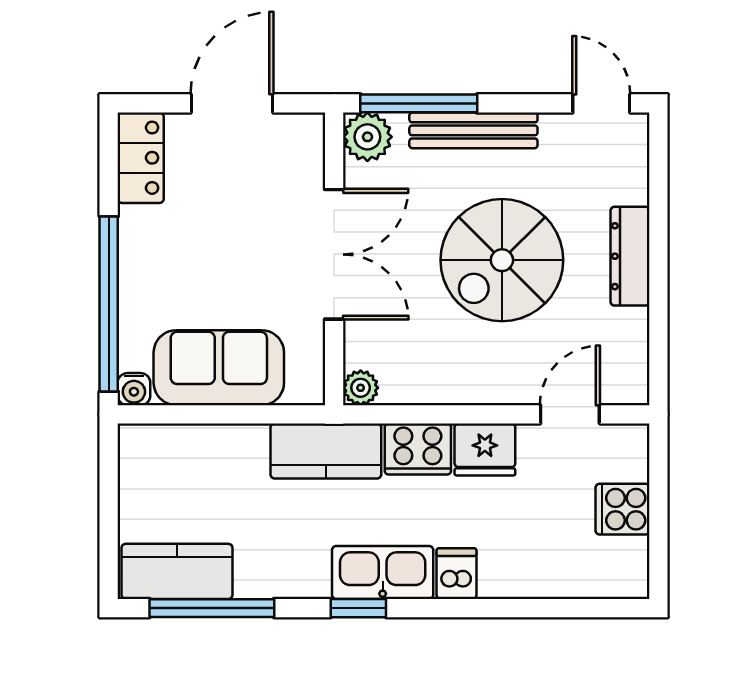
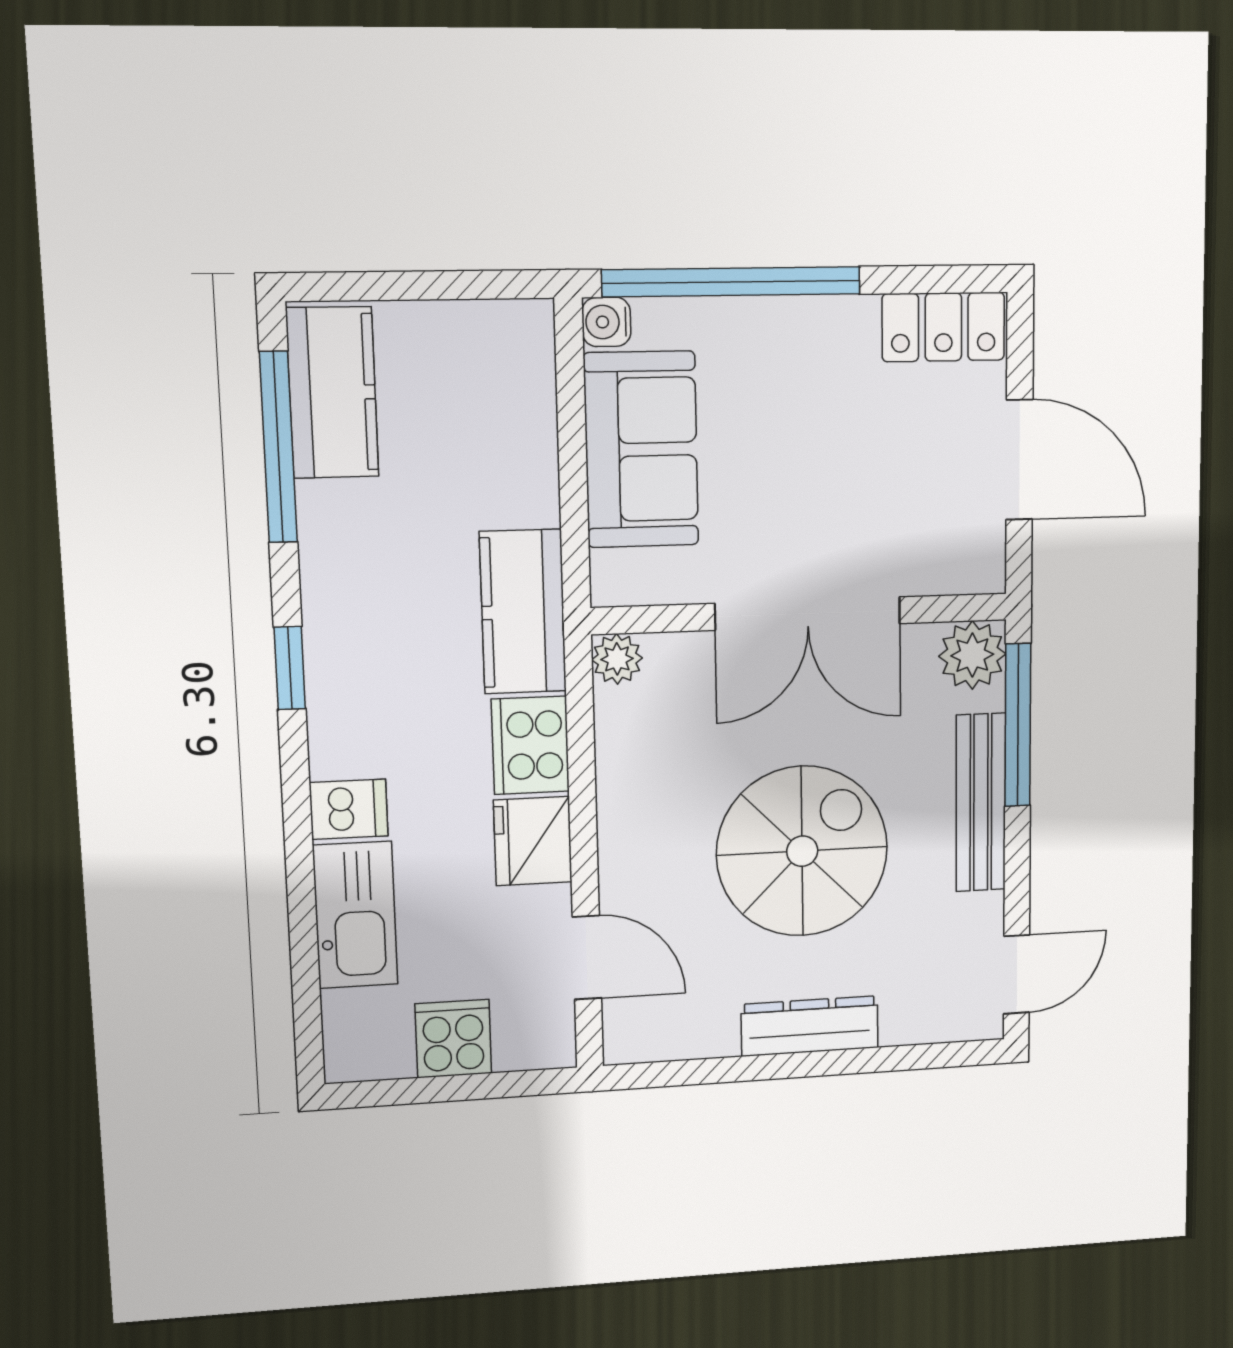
spiral stairs: (502, 260) -> (802, 851), turned 90
kitchen sink: (383, 572) -> (355, 915), moved

